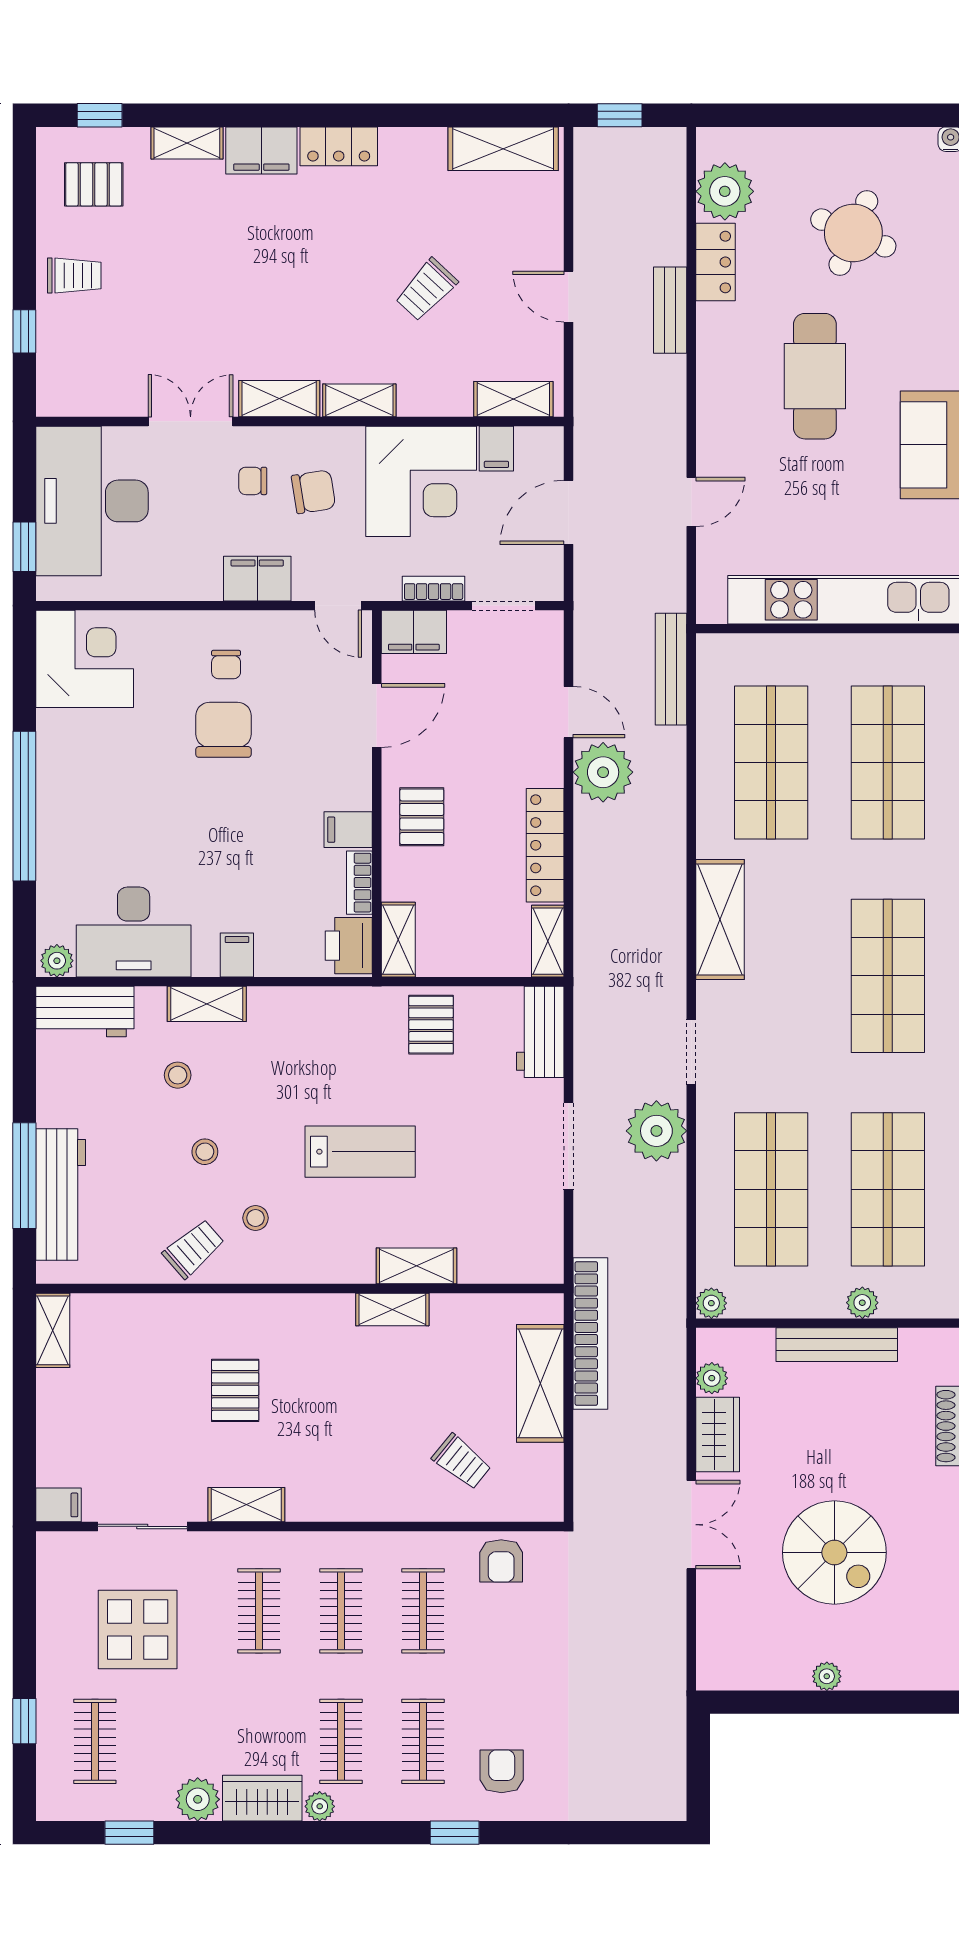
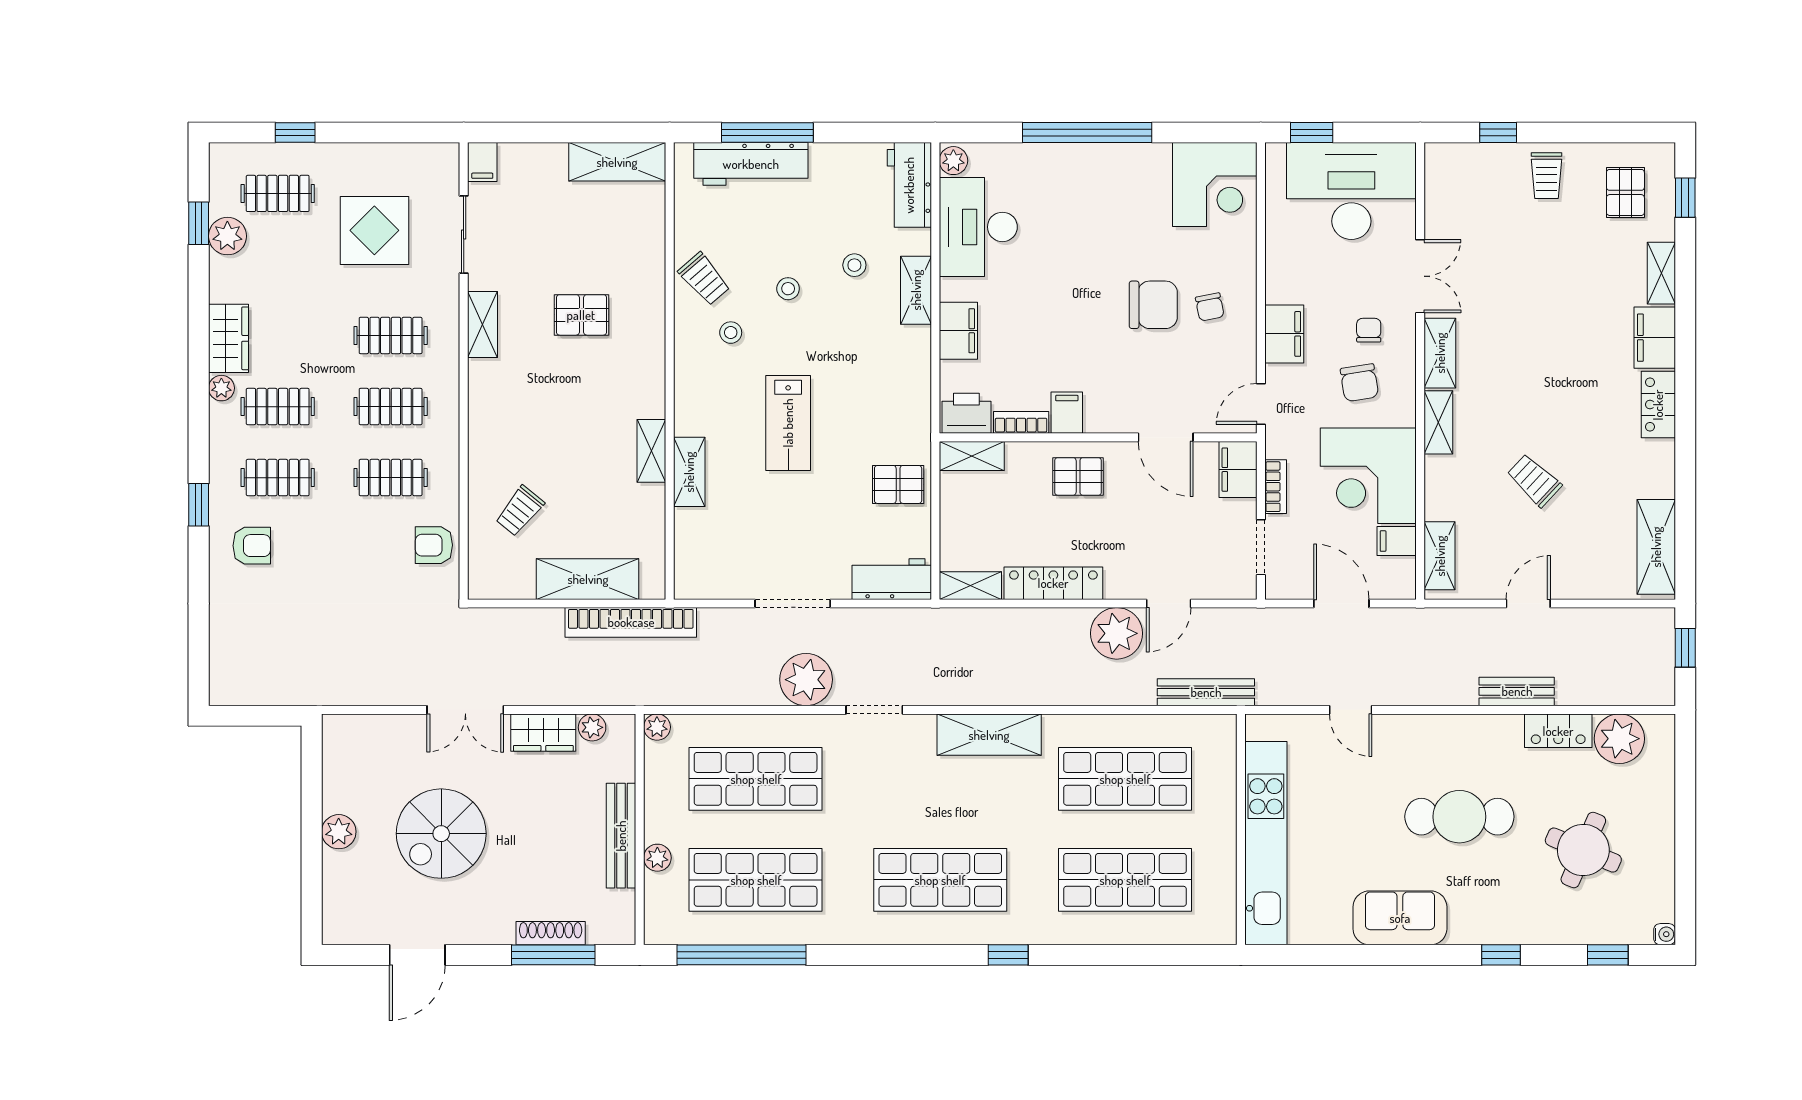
chair: (226, 665) -> (1210, 307), turned -101
filing cabinet: (237, 955) -> (958, 331), width x2.00
shelving: (53, 1330) -> (617, 162), width x1.50, depth x1.33
plant: (827, 1676) -> (339, 832), width x1.38, depth x1.38
plant: (198, 1799) -> (227, 236), moved

